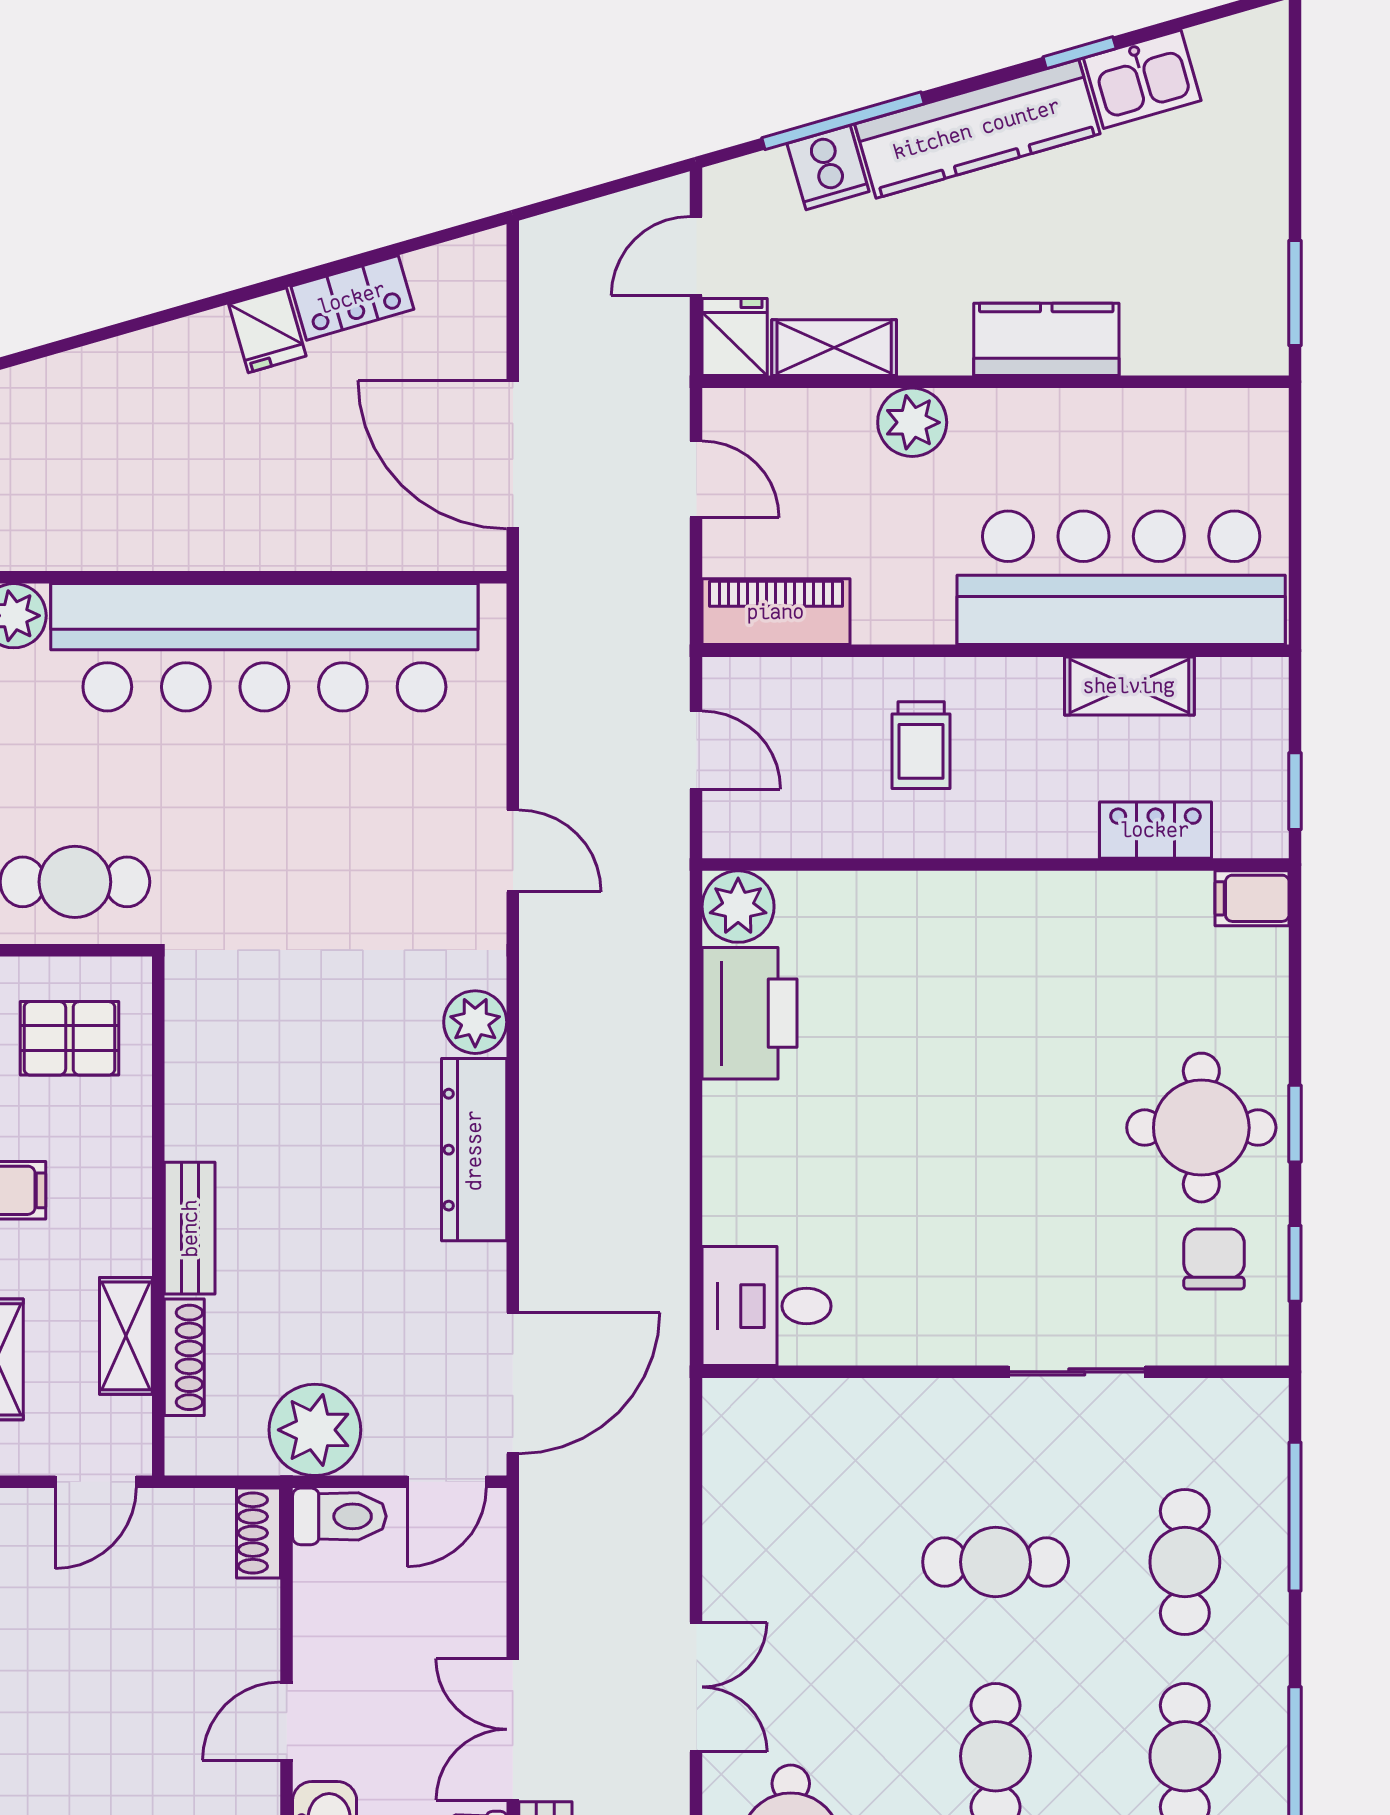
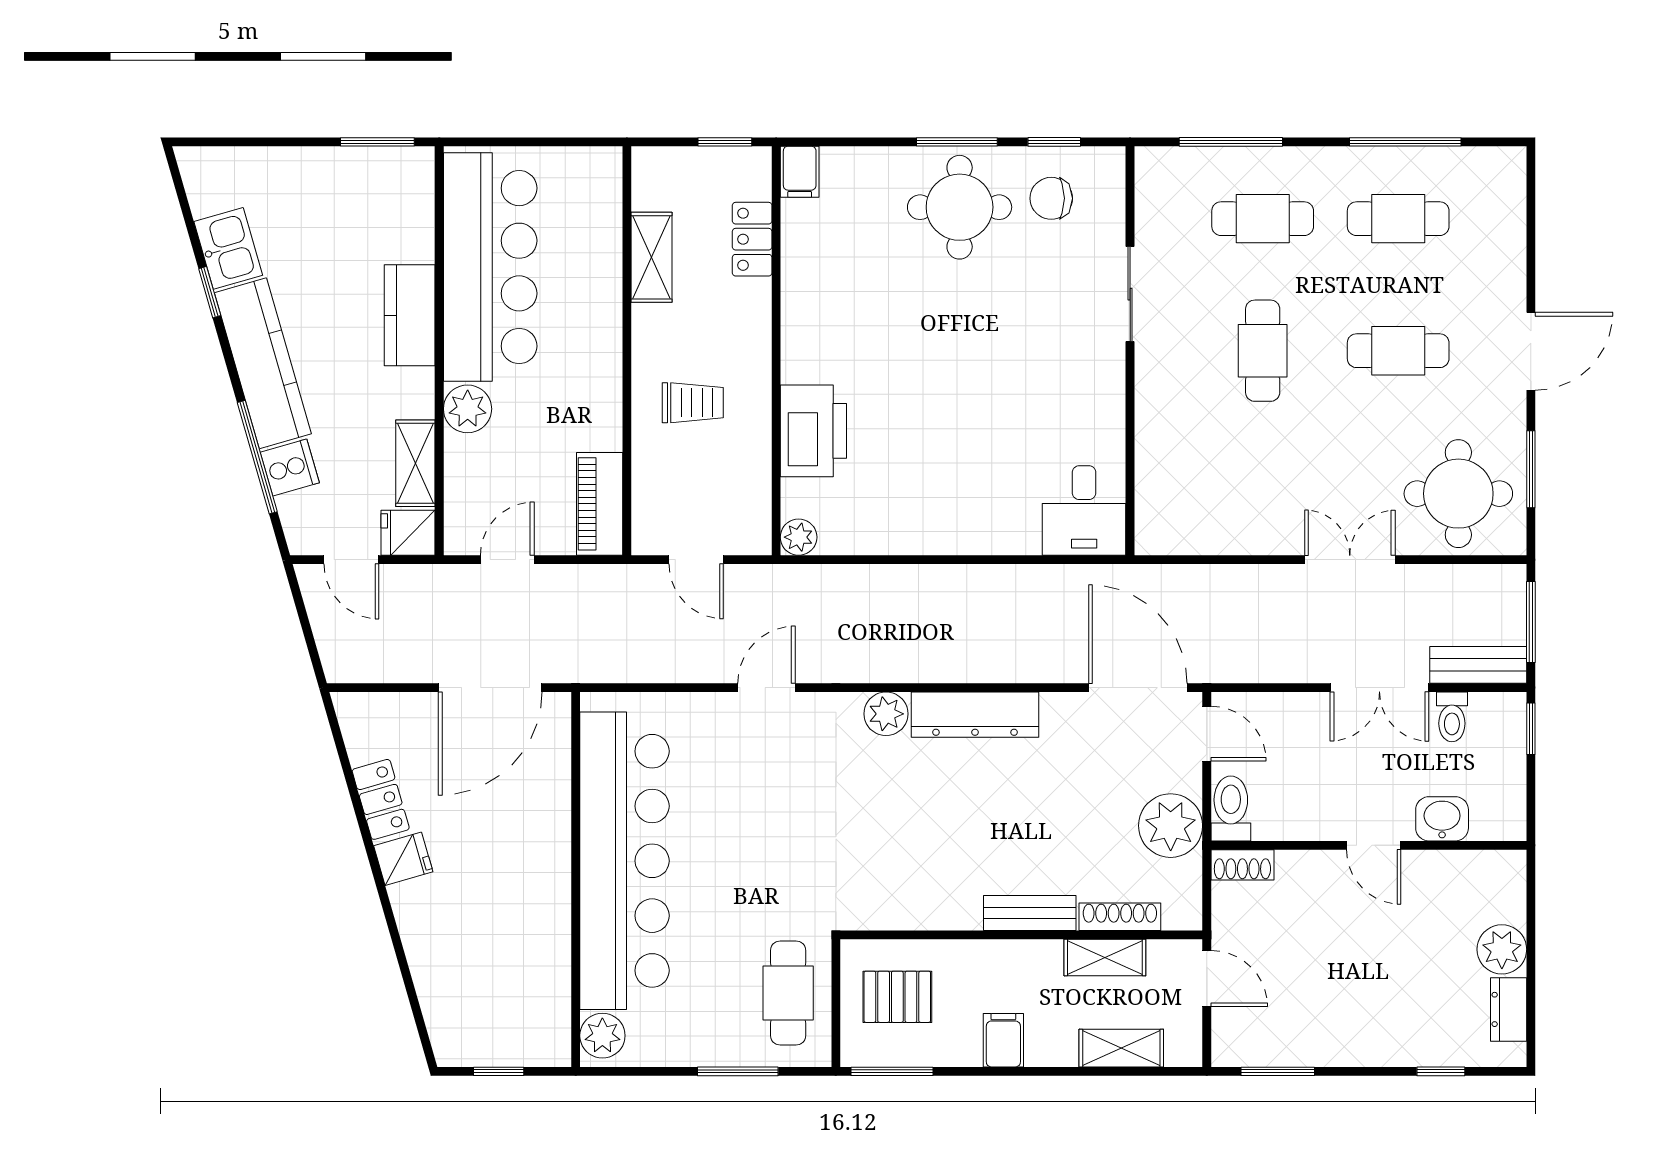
bar counter: (1121, 578) -> (490, 267), moved, turned 180
door: (696, 750) -> (696, 560), swing flipped
plant: (738, 907) -> (799, 537), width x0.73, depth x0.73
printer: (749, 1013) -> (813, 431), moved, turned 90
pallet: (69, 1038) -> (897, 997), turned 90
window: (1295, 1124) -> (957, 142), width x1.50

